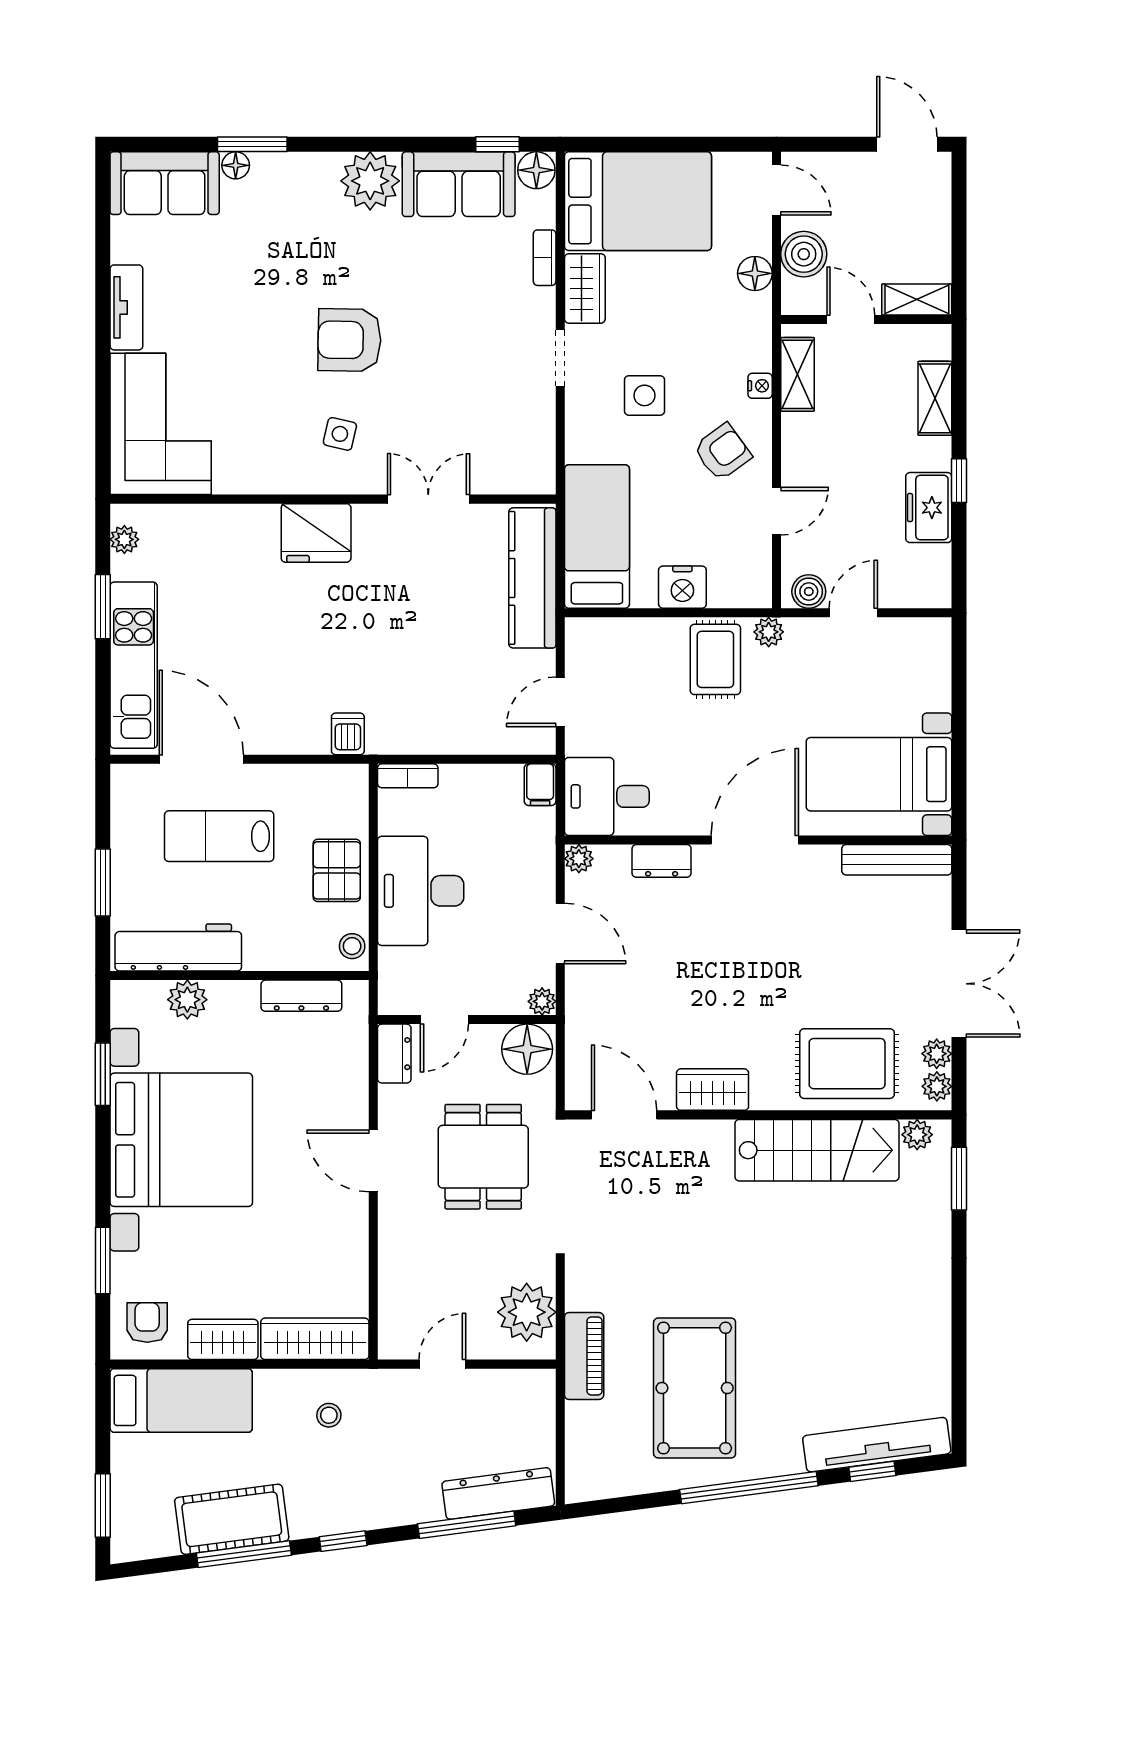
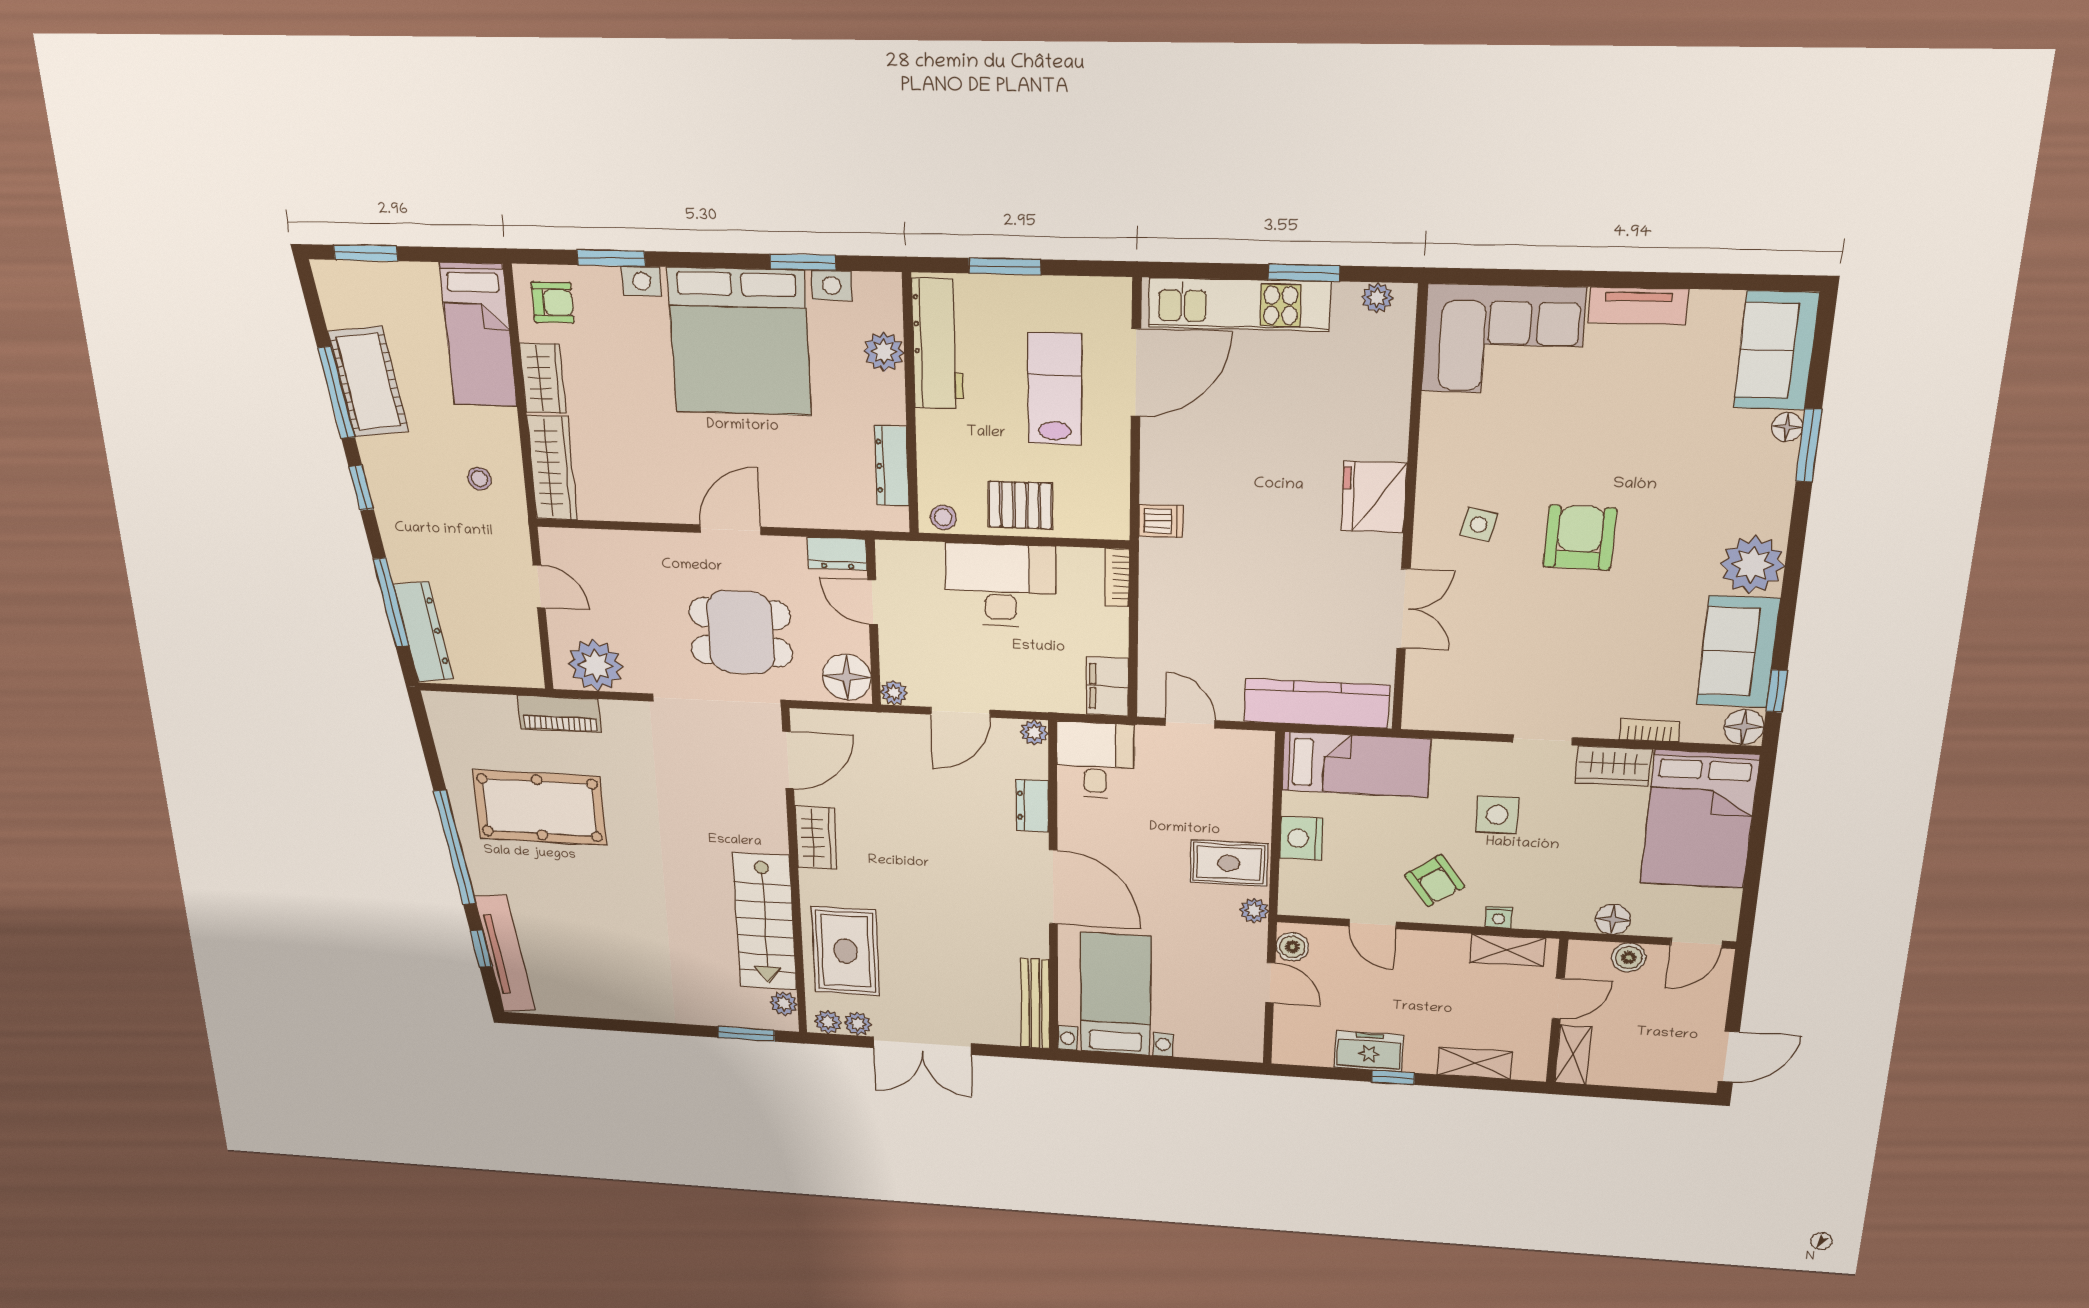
boiler: (804, 254) -> (1629, 957), width x0.73, depth x0.73
filing cabinet: (540, 785) -> (1107, 686), width x2.00

